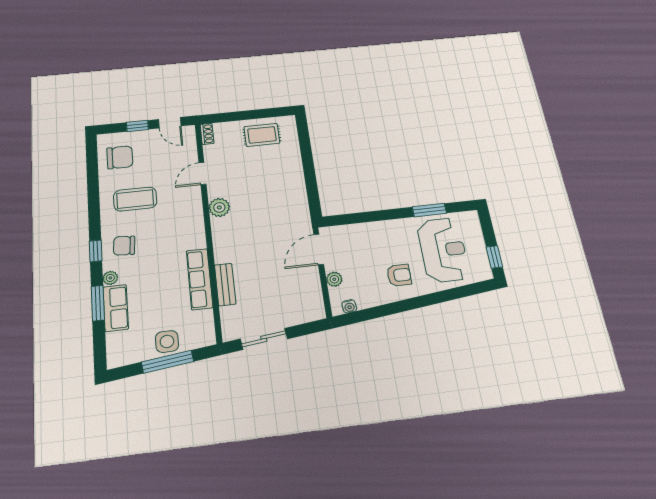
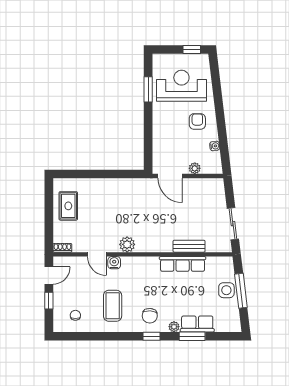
chair: (120, 157) -> (75, 315), width x0.54, depth x0.54
water cooler: (193, 195) -> (114, 263), added
water cooler: (349, 306) -> (215, 146), moved

